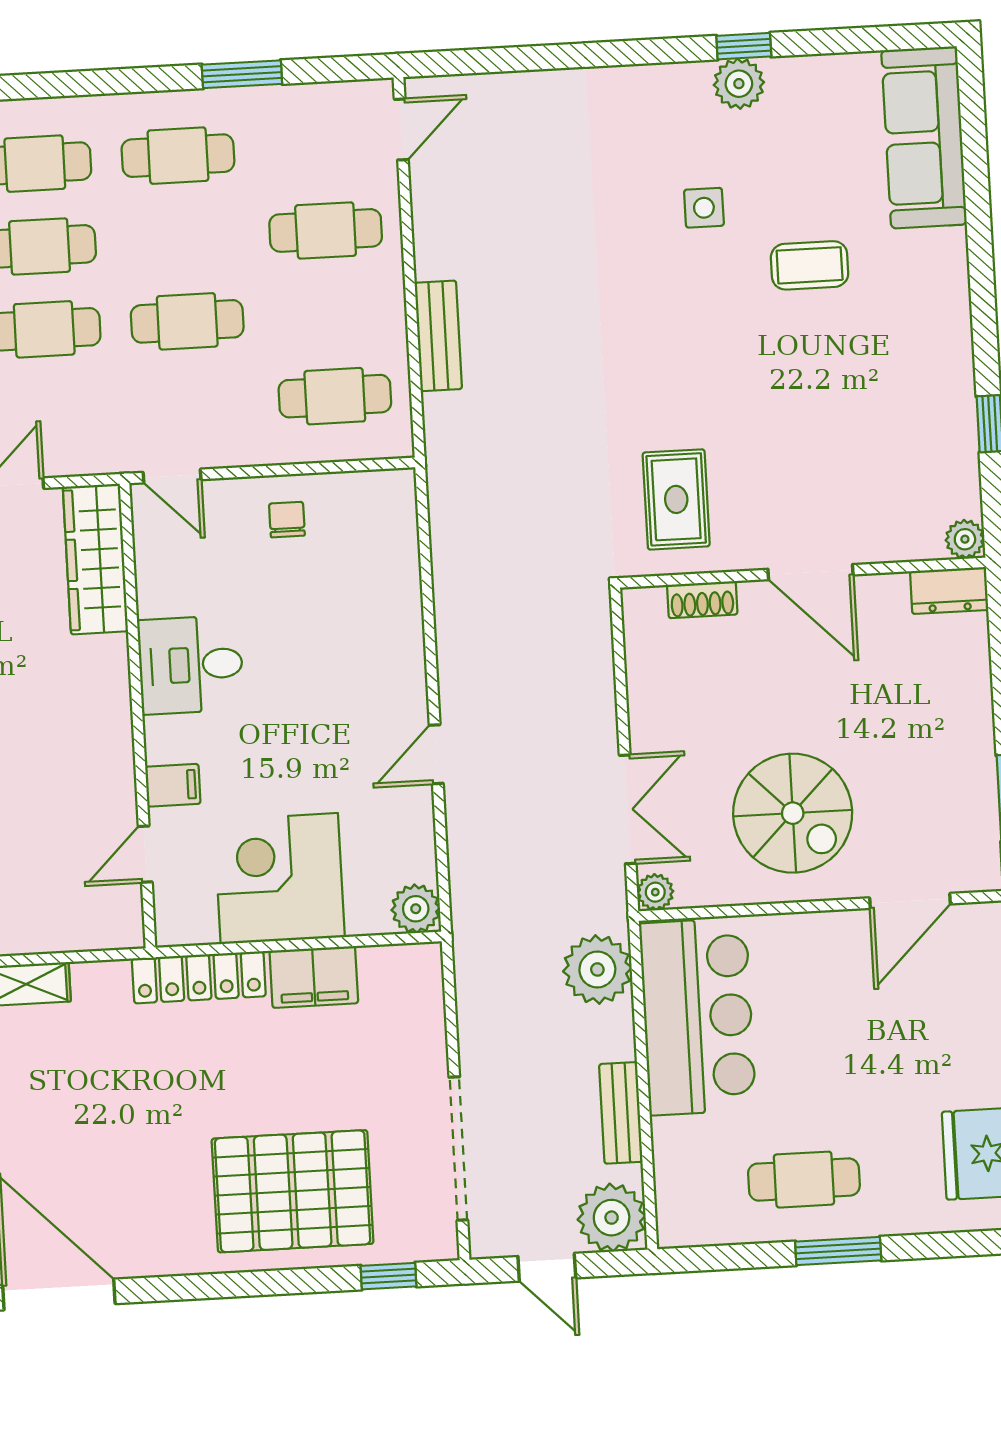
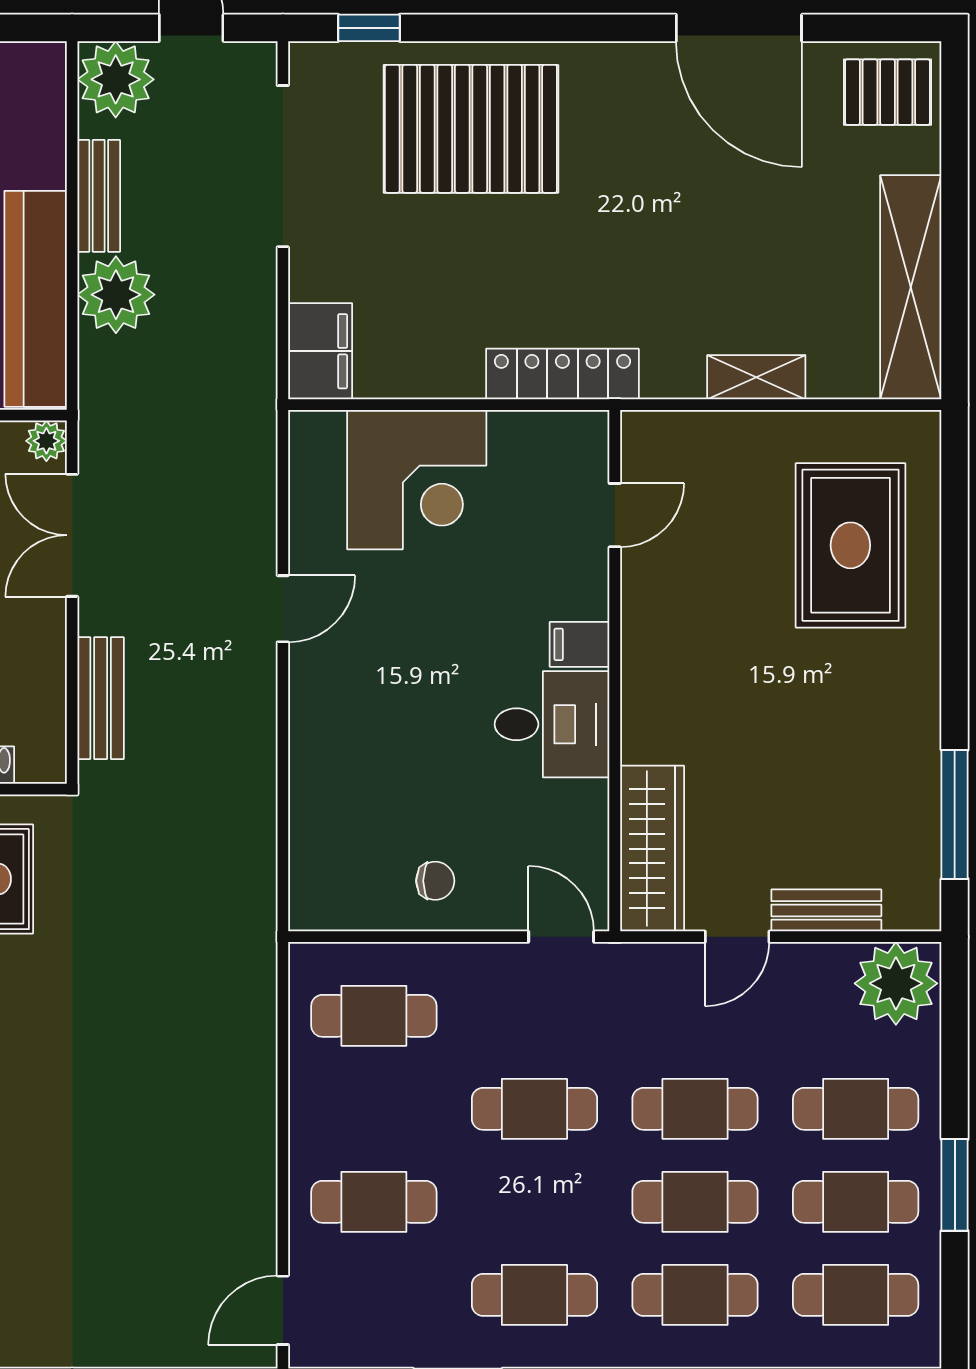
bench: (438, 336) -> (101, 698), moved
chair: (287, 520) -> (435, 881), turned -90
filing cabinet: (173, 785) -> (580, 644), moved
corner desk: (279, 879) -> (417, 480), moved
plant: (416, 909) -> (315, 437), removed
plant: (597, 969) -> (116, 295), moved
filing cabinet: (314, 977) -> (320, 351), moved, turned 90

